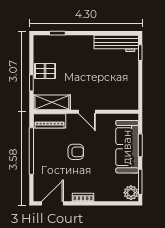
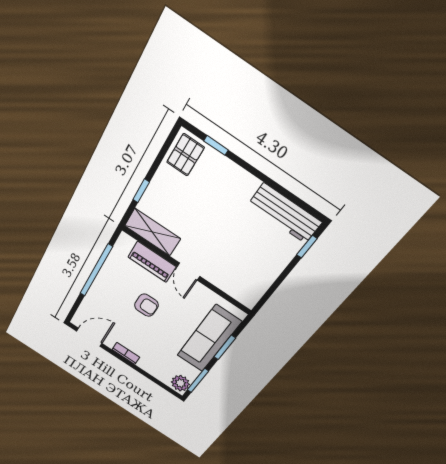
pallet: (45, 71) -> (185, 155), moved, turned 90
piano: (49, 121) -> (152, 262), moved

